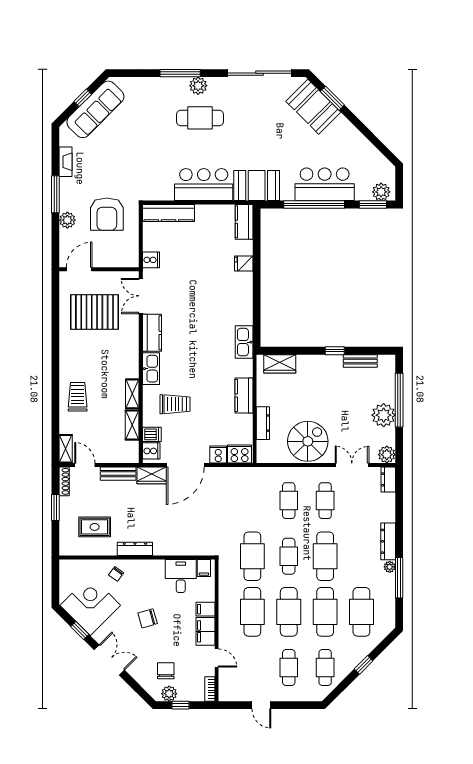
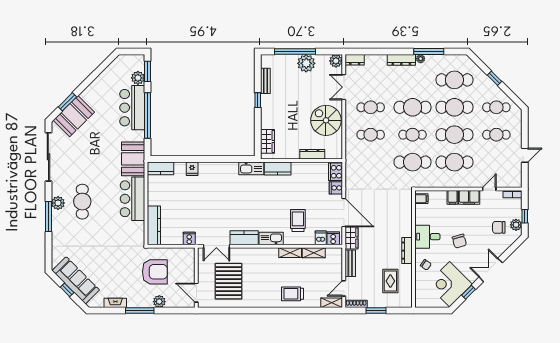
plant: (381, 192) -> (138, 78), moved
kitchen counter: (244, 395) -> (278, 168), moved
desk: (181, 576) -> (427, 237), moved

